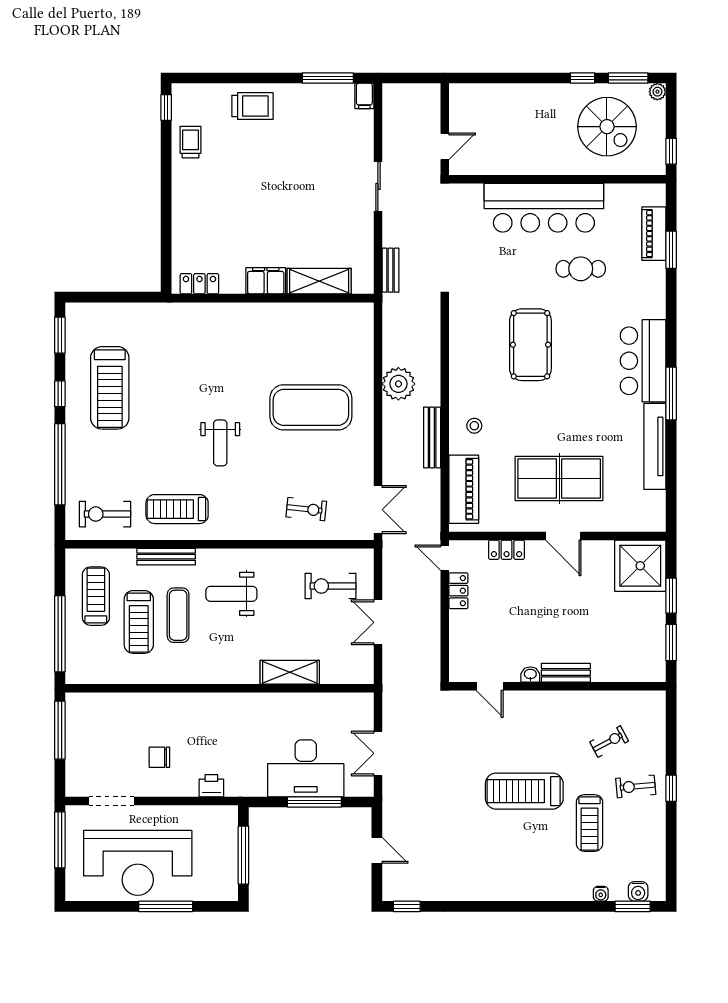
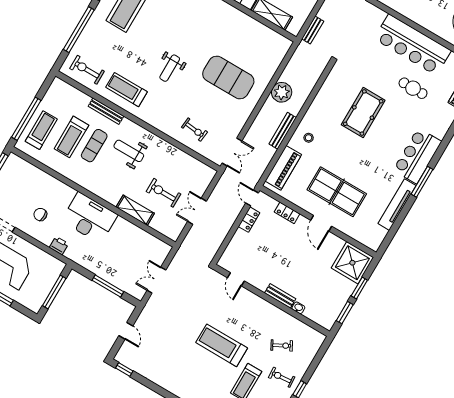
exercise bike: (330, 586) -> (163, 193), moved
treadmill: (96, 596) -> (41, 130), moved
washbasin: (530, 674) -> (298, 308), moved
desk: (306, 768) -> (89, 218), moved, turned 180

